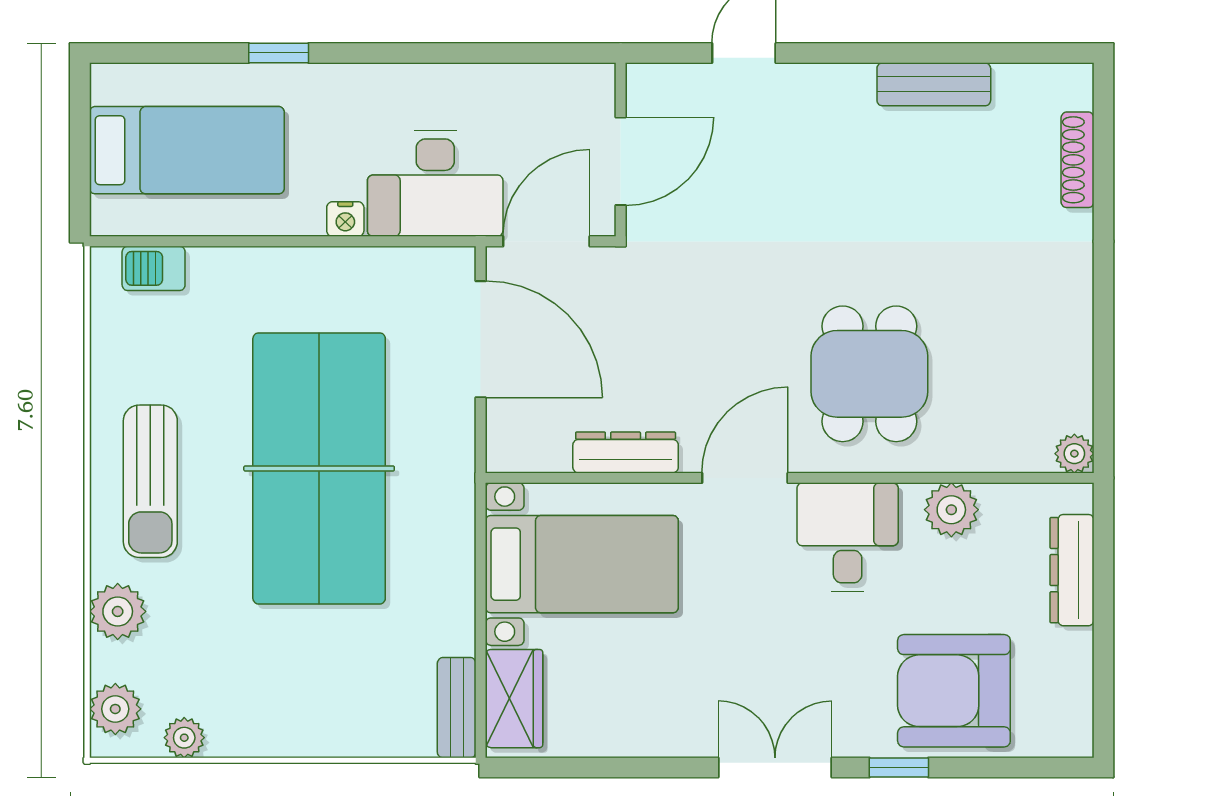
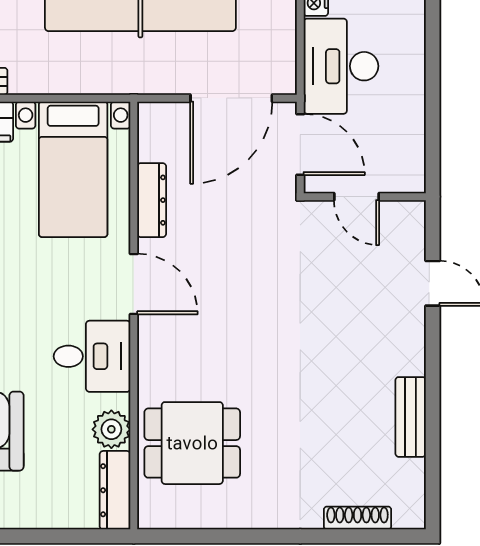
door: (621, 161) -> (356, 197), width x0.73
dining table: (869, 374) -> (192, 443), moved
plant: (1074, 454) -> (151, 516), removed
dresser: (1072, 570) -> (115, 490), moved, turned -90

